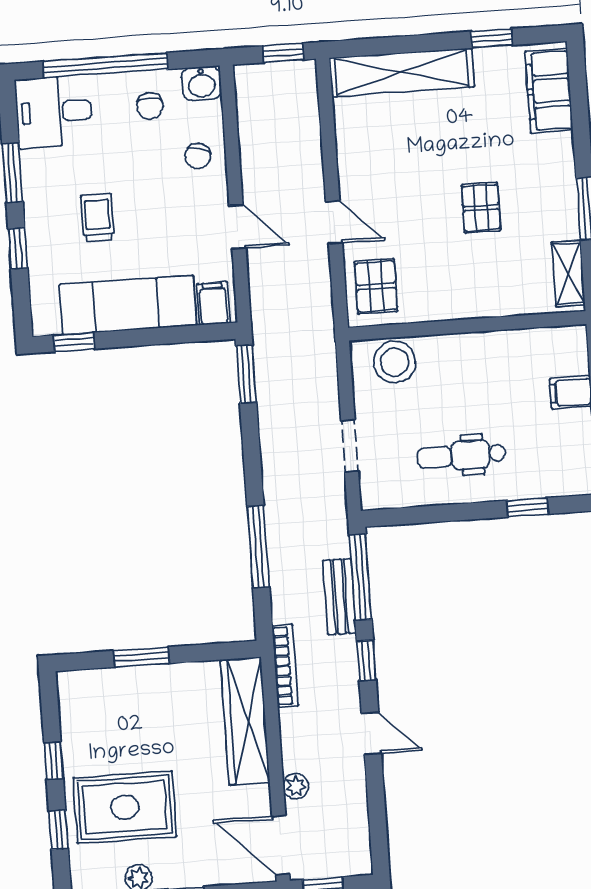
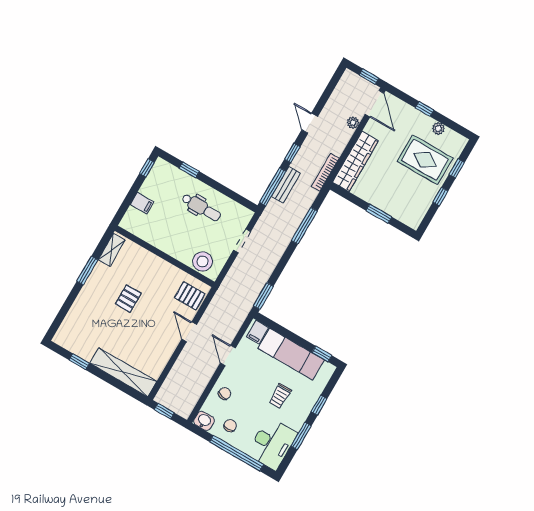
filing cabinet: (549, 91) -> (71, 326), removed
desk: (54, 112) -> (272, 444), width x1.37
pallet: (376, 286) -> (190, 296), turned 90

